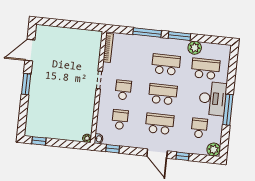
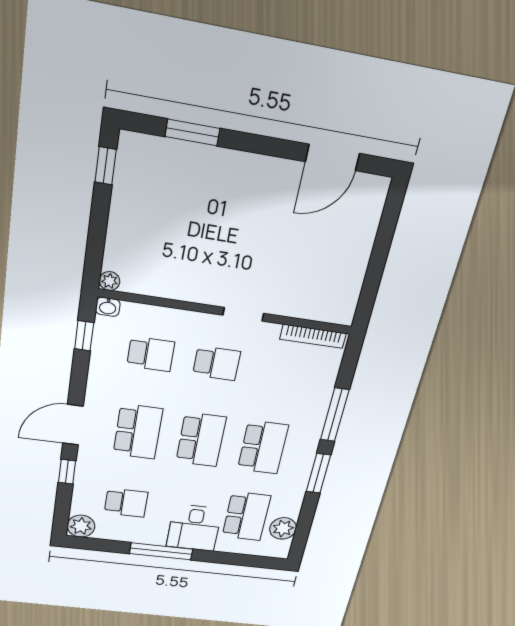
plant: (195, 48) -> (283, 528), moved
door: (30, 50) -> (332, 158), swing flipped
window: (26, 84) -> (192, 132), moved
desk: (213, 99) -> (194, 528), width x0.73

